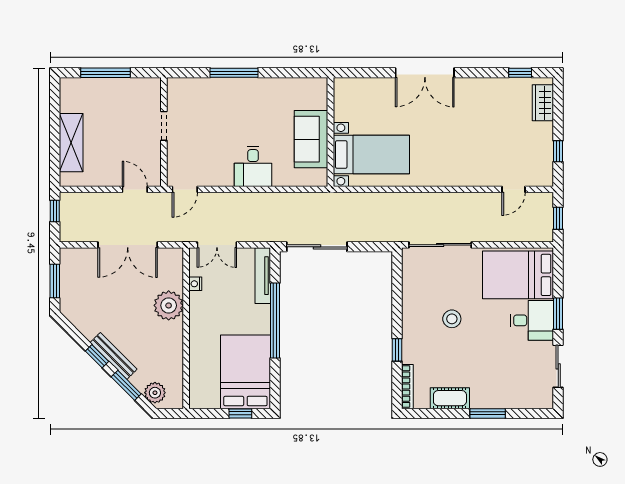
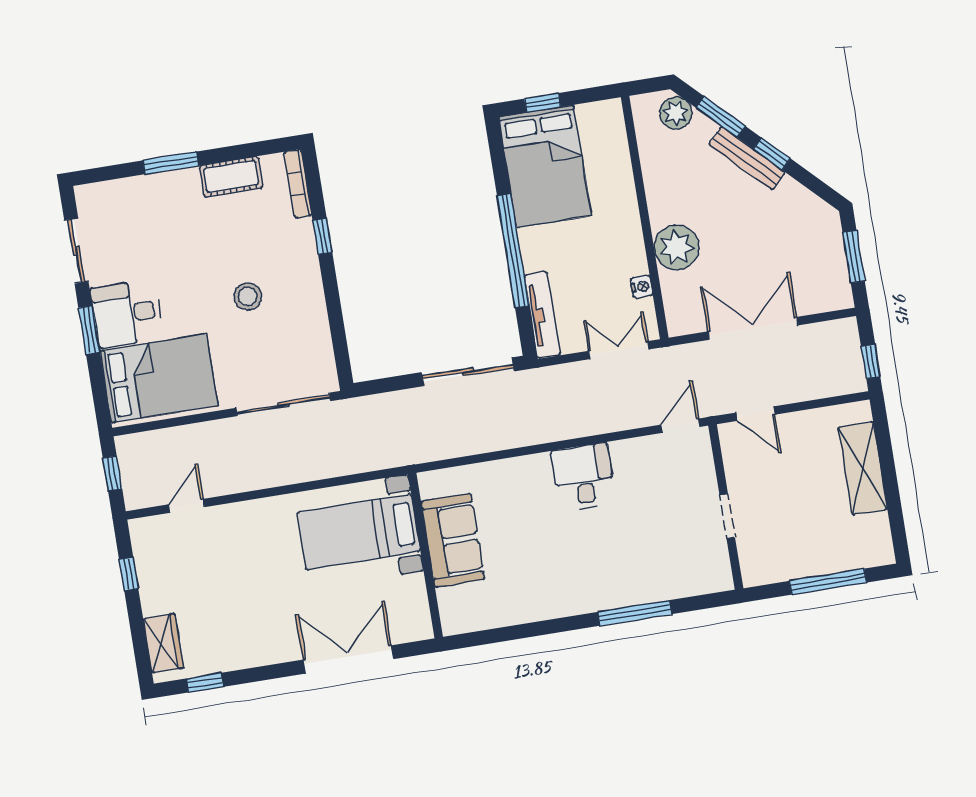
wall: (330, 132) -> (425, 556), moved
sofa: (311, 139) -> (453, 540), moved
bed with nightstands: (371, 154) -> (359, 532), moved

